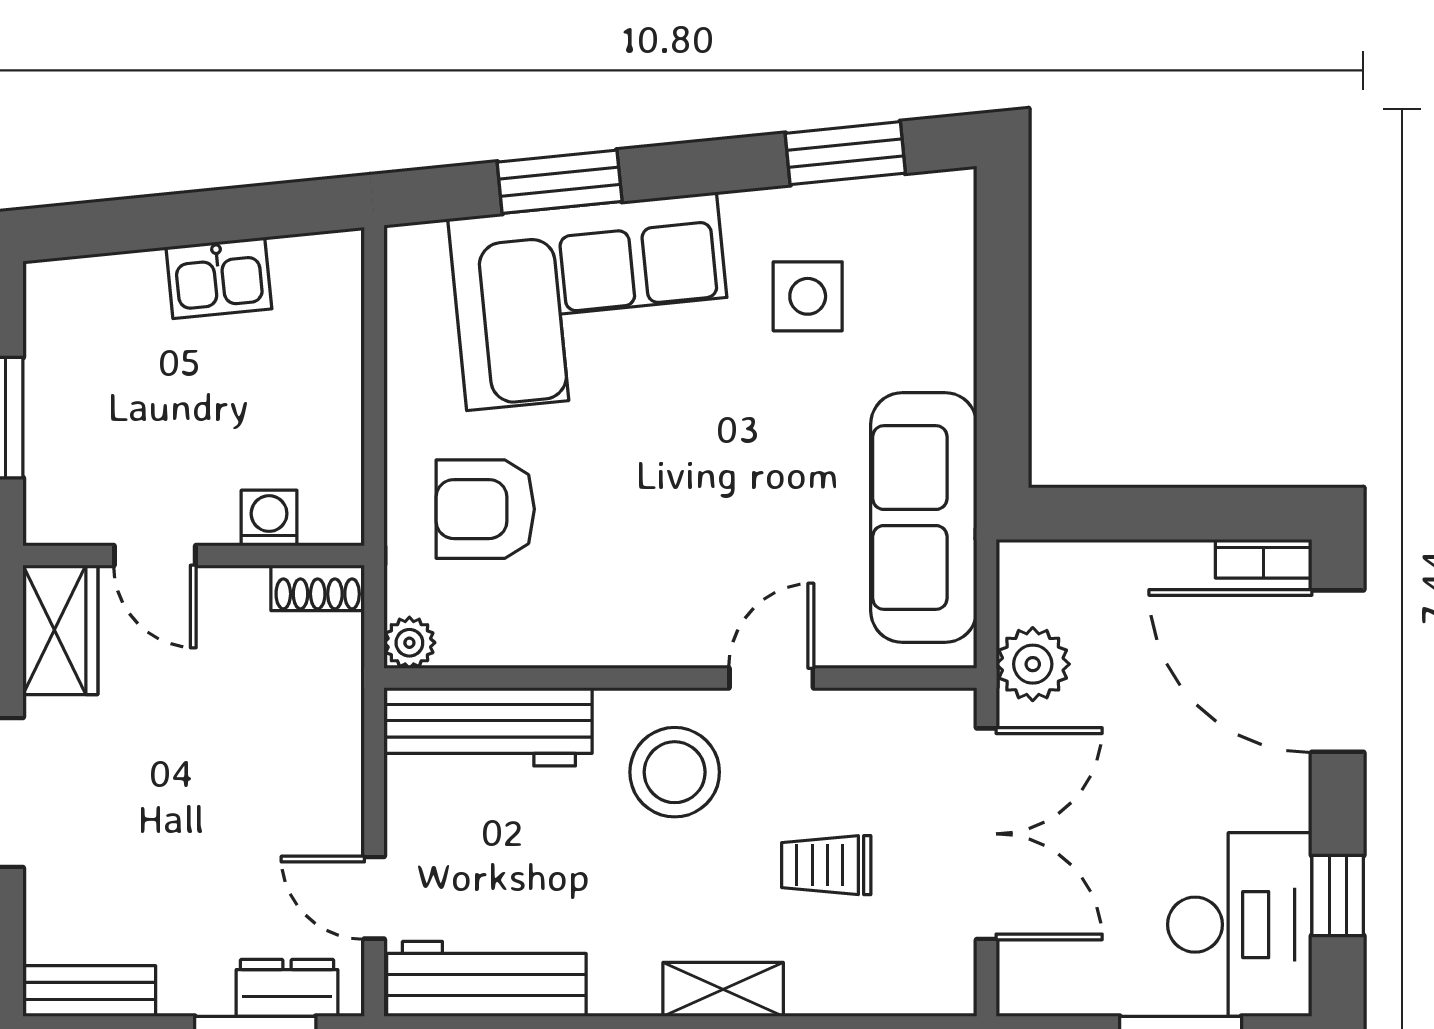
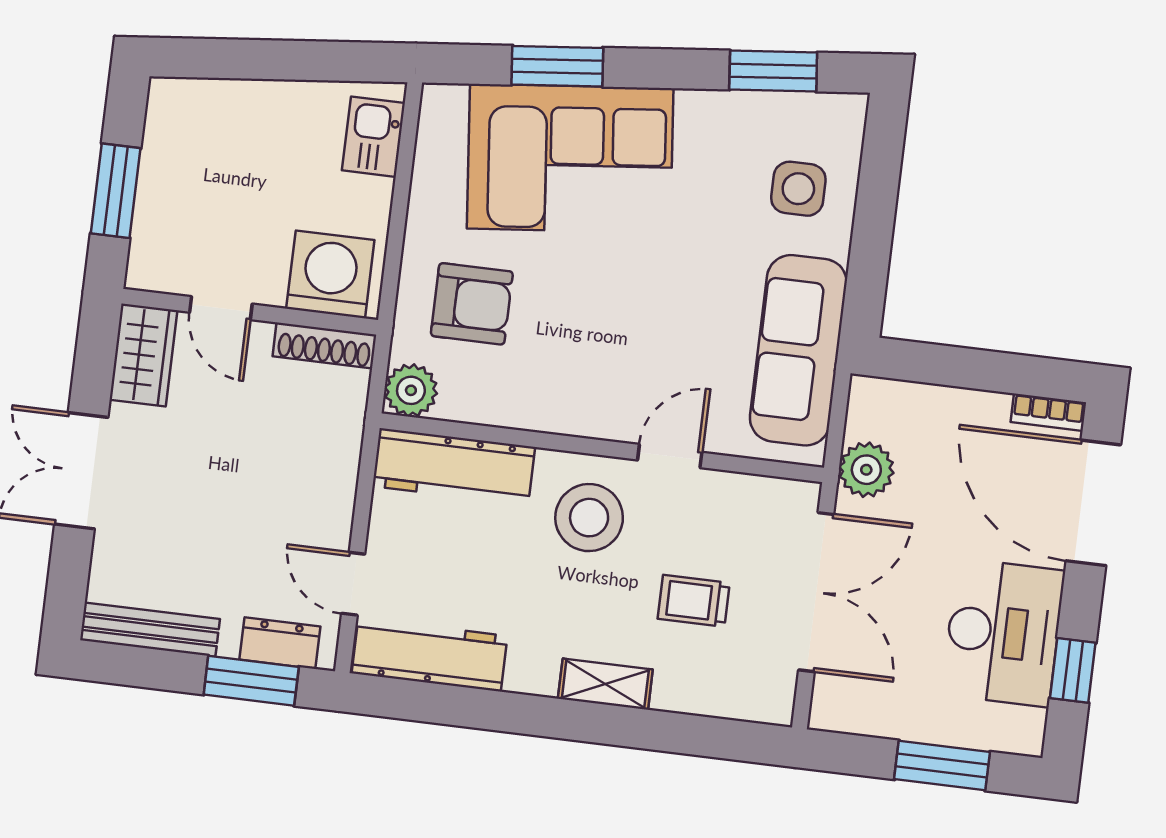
kitchen sink: (219, 278) -> (373, 137), moved, turned 96
side table: (808, 296) -> (798, 189), moved
armchair: (485, 509) -> (472, 304), turned 180
washing machine: (269, 518) -> (330, 274), width x1.89, depth x1.89
shoe rack: (318, 588) -> (324, 345), width x1.43
plant: (409, 643) -> (411, 390), width x1.38, depth x1.38
desk: (1240, 925) -> (1003, 633), moved
bench: (89, 991) -> (150, 630), width x1.36

